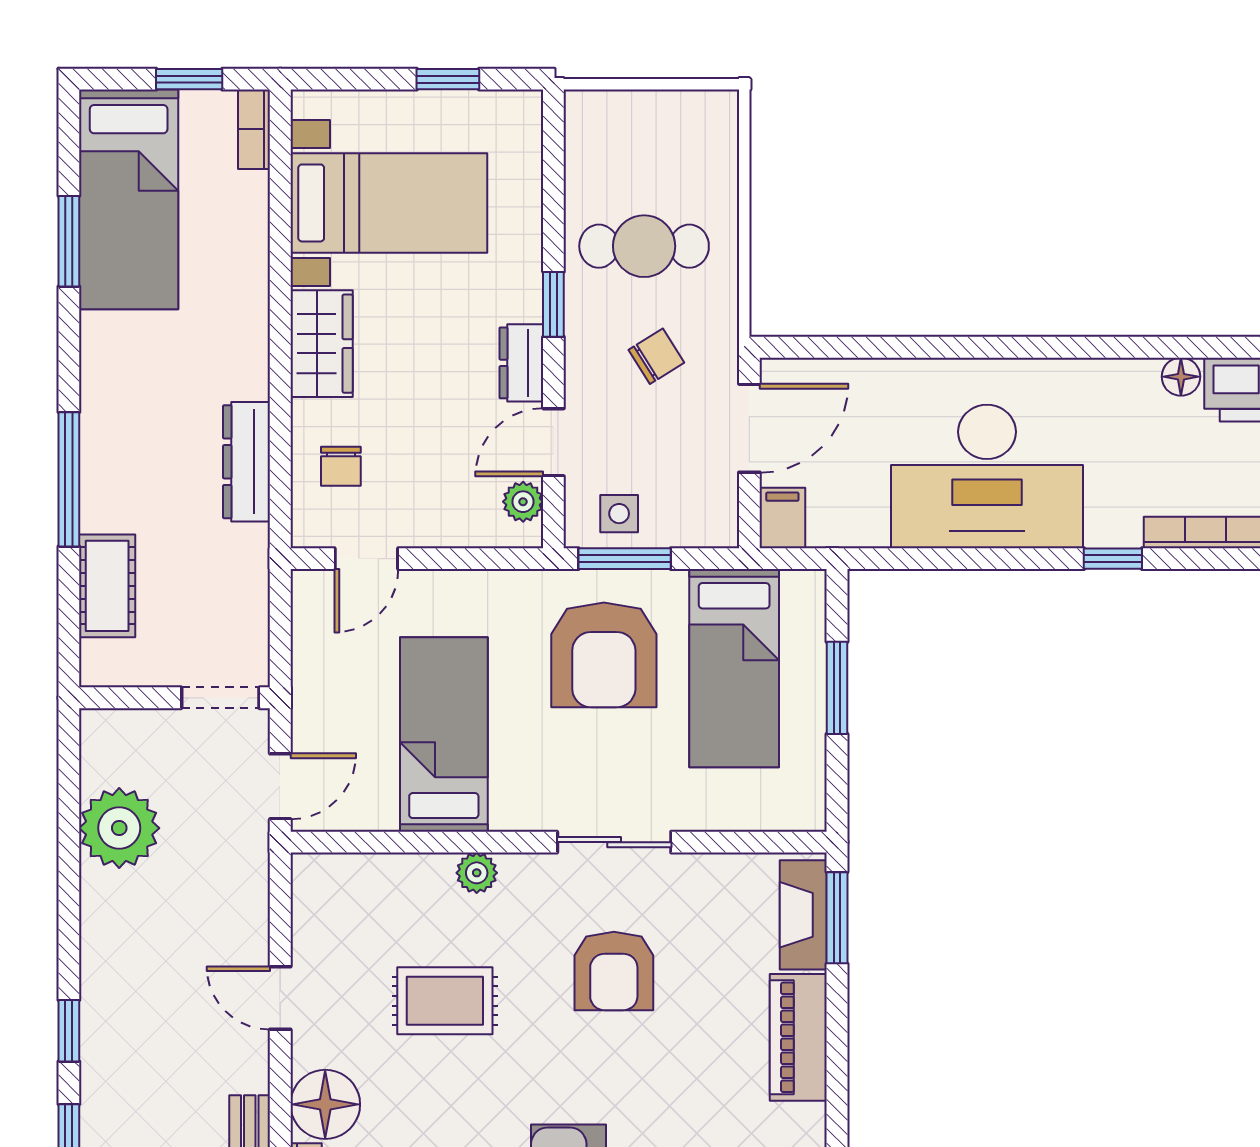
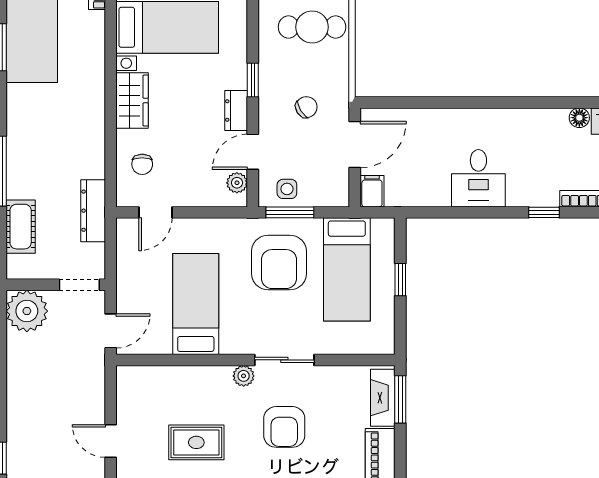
cafe table: (644, 246) -> (312, 27), moved
dresser: (246, 462) -> (93, 211), moved
desk: (987, 476) -> (478, 178), width x0.53, depth x0.77
window: (837, 688) -> (400, 280), width x0.67
plant: (119, 828) -> (27, 311), moved
plant: (477, 873) -> (244, 376), moved

